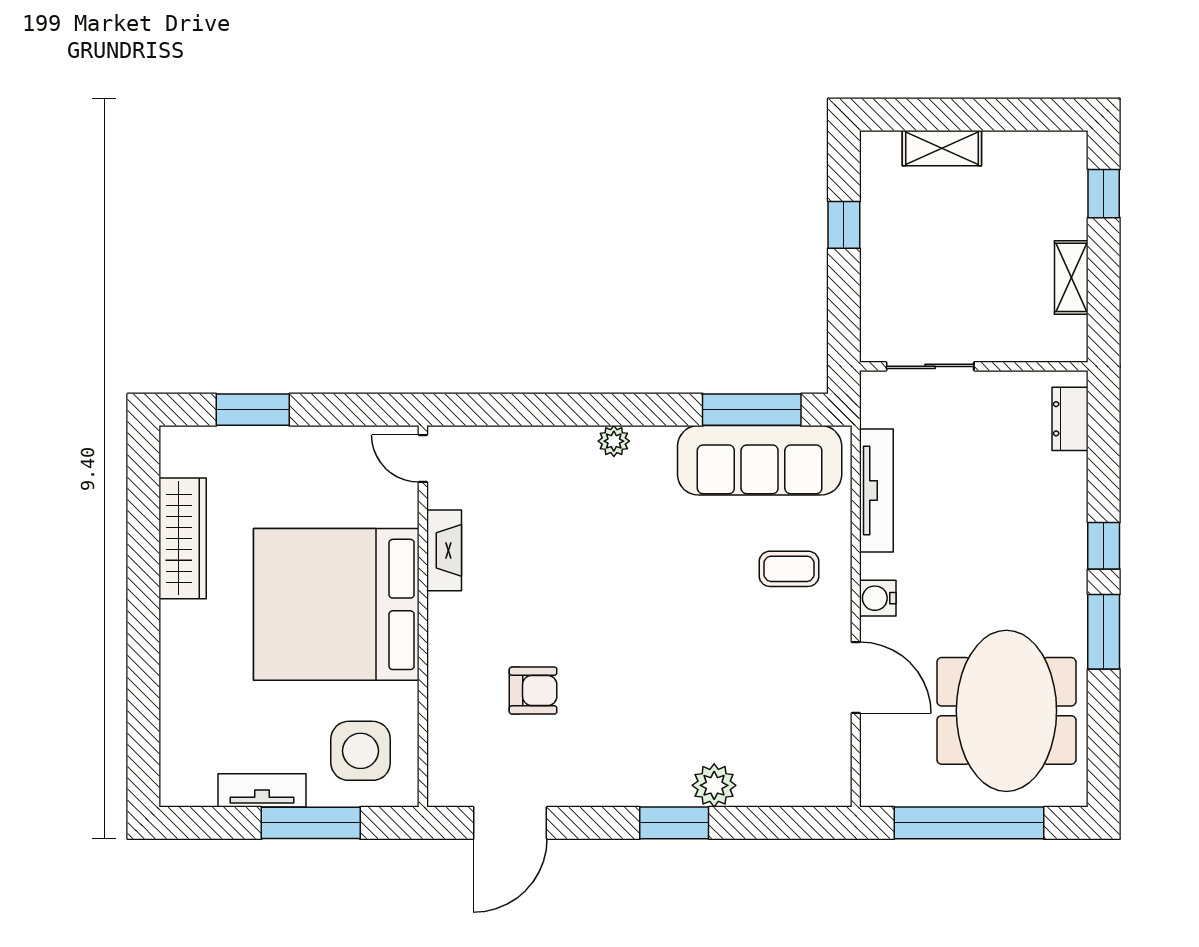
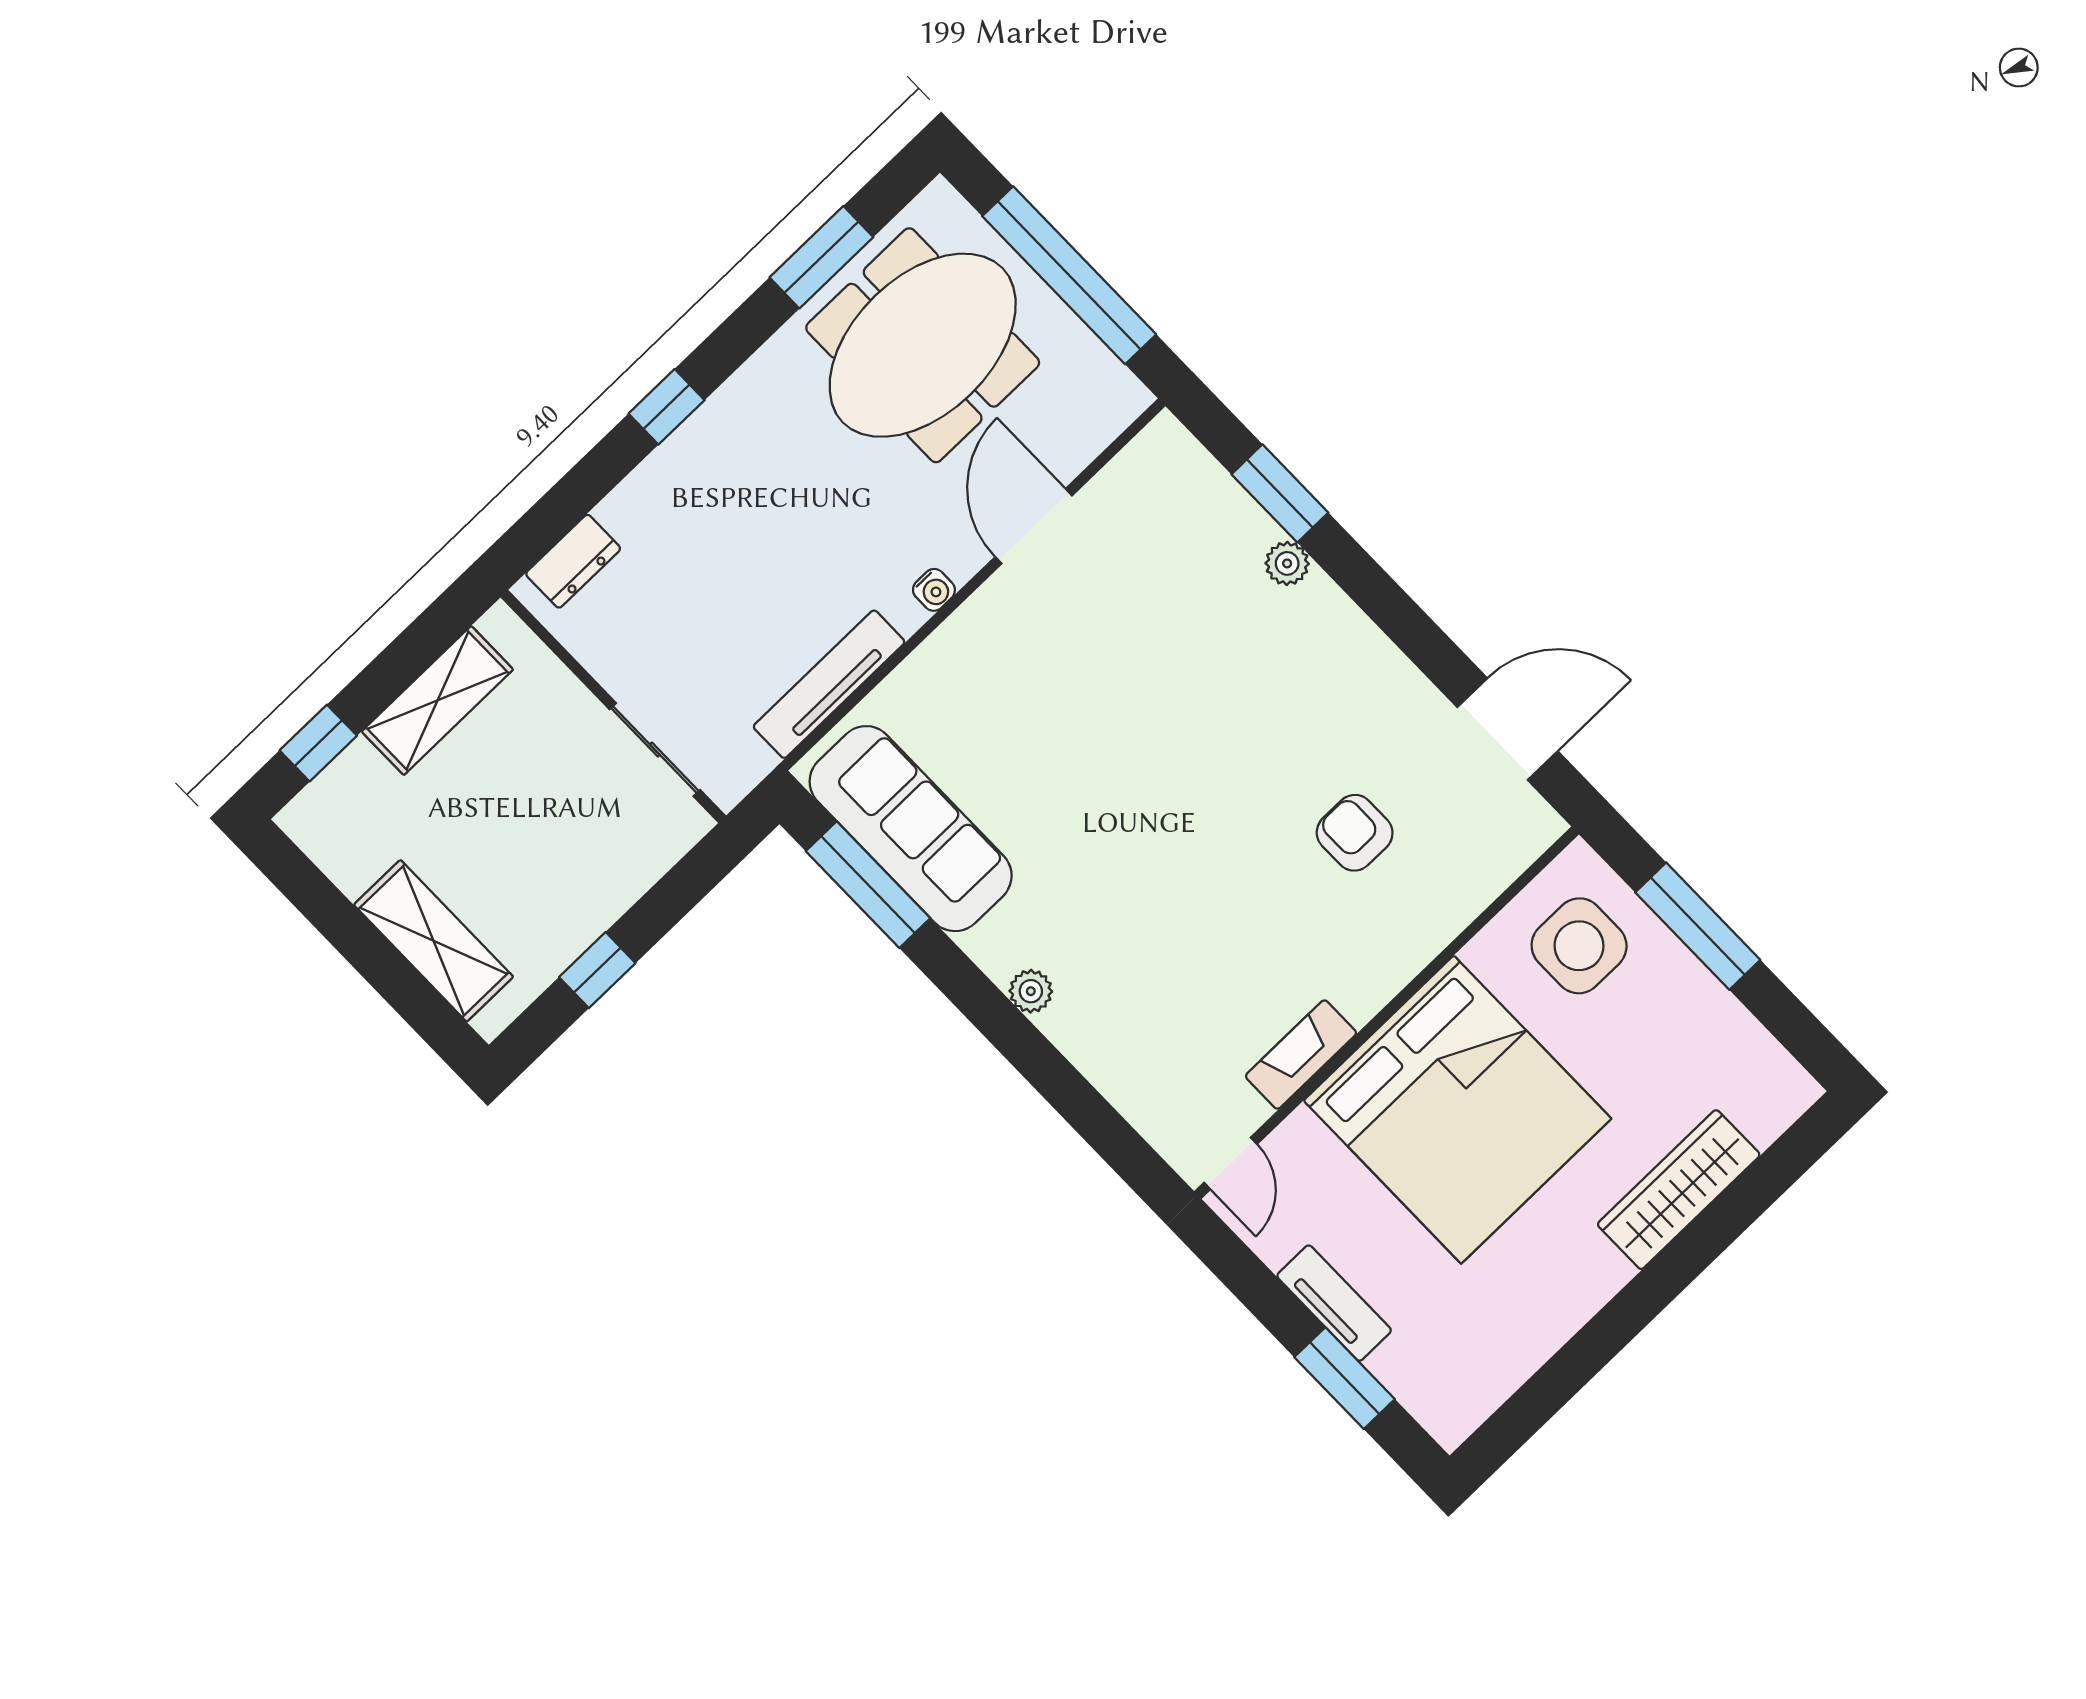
shelving: (942, 148) -> (434, 941), width x1.50, depth x1.33
shelving: (1071, 277) -> (437, 700), width x1.50, depth x1.33
wardrobe: (183, 538) -> (1679, 1190), moved
coffee table: (789, 569) -> (990, 696), removed
water cooler: (878, 598) -> (934, 590), width x0.72, depth x0.72
window: (1104, 632) -> (821, 257), moved
plant: (714, 785) -> (1287, 563), width x0.73, depth x0.73
tv unit: (262, 790) -> (1334, 1303), moved, turned 180
window: (674, 823) -> (1280, 493), moved

